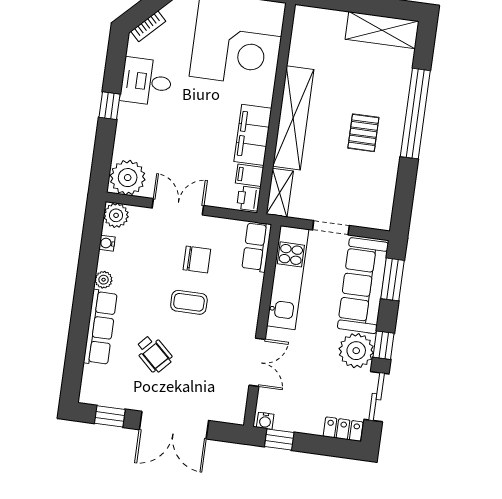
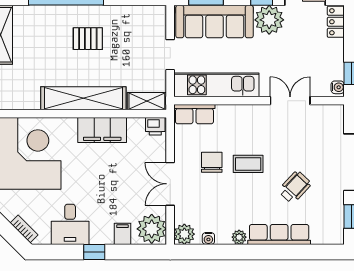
filing cabinet: (249, 175) -> (122, 234), moved, turned 180
coffee table: (189, 302) -> (248, 164), turned 90

